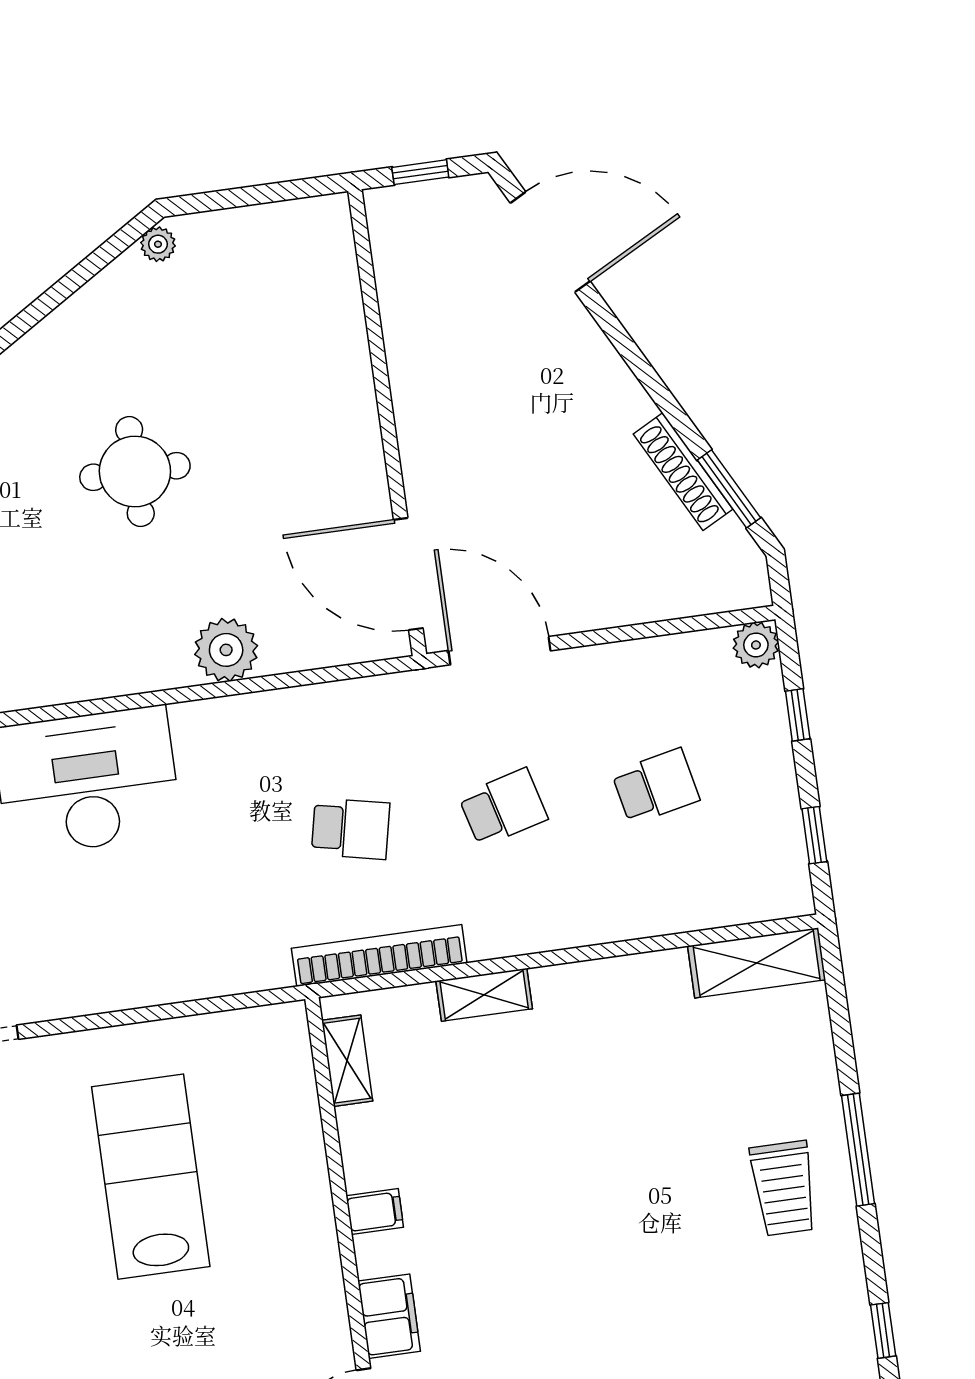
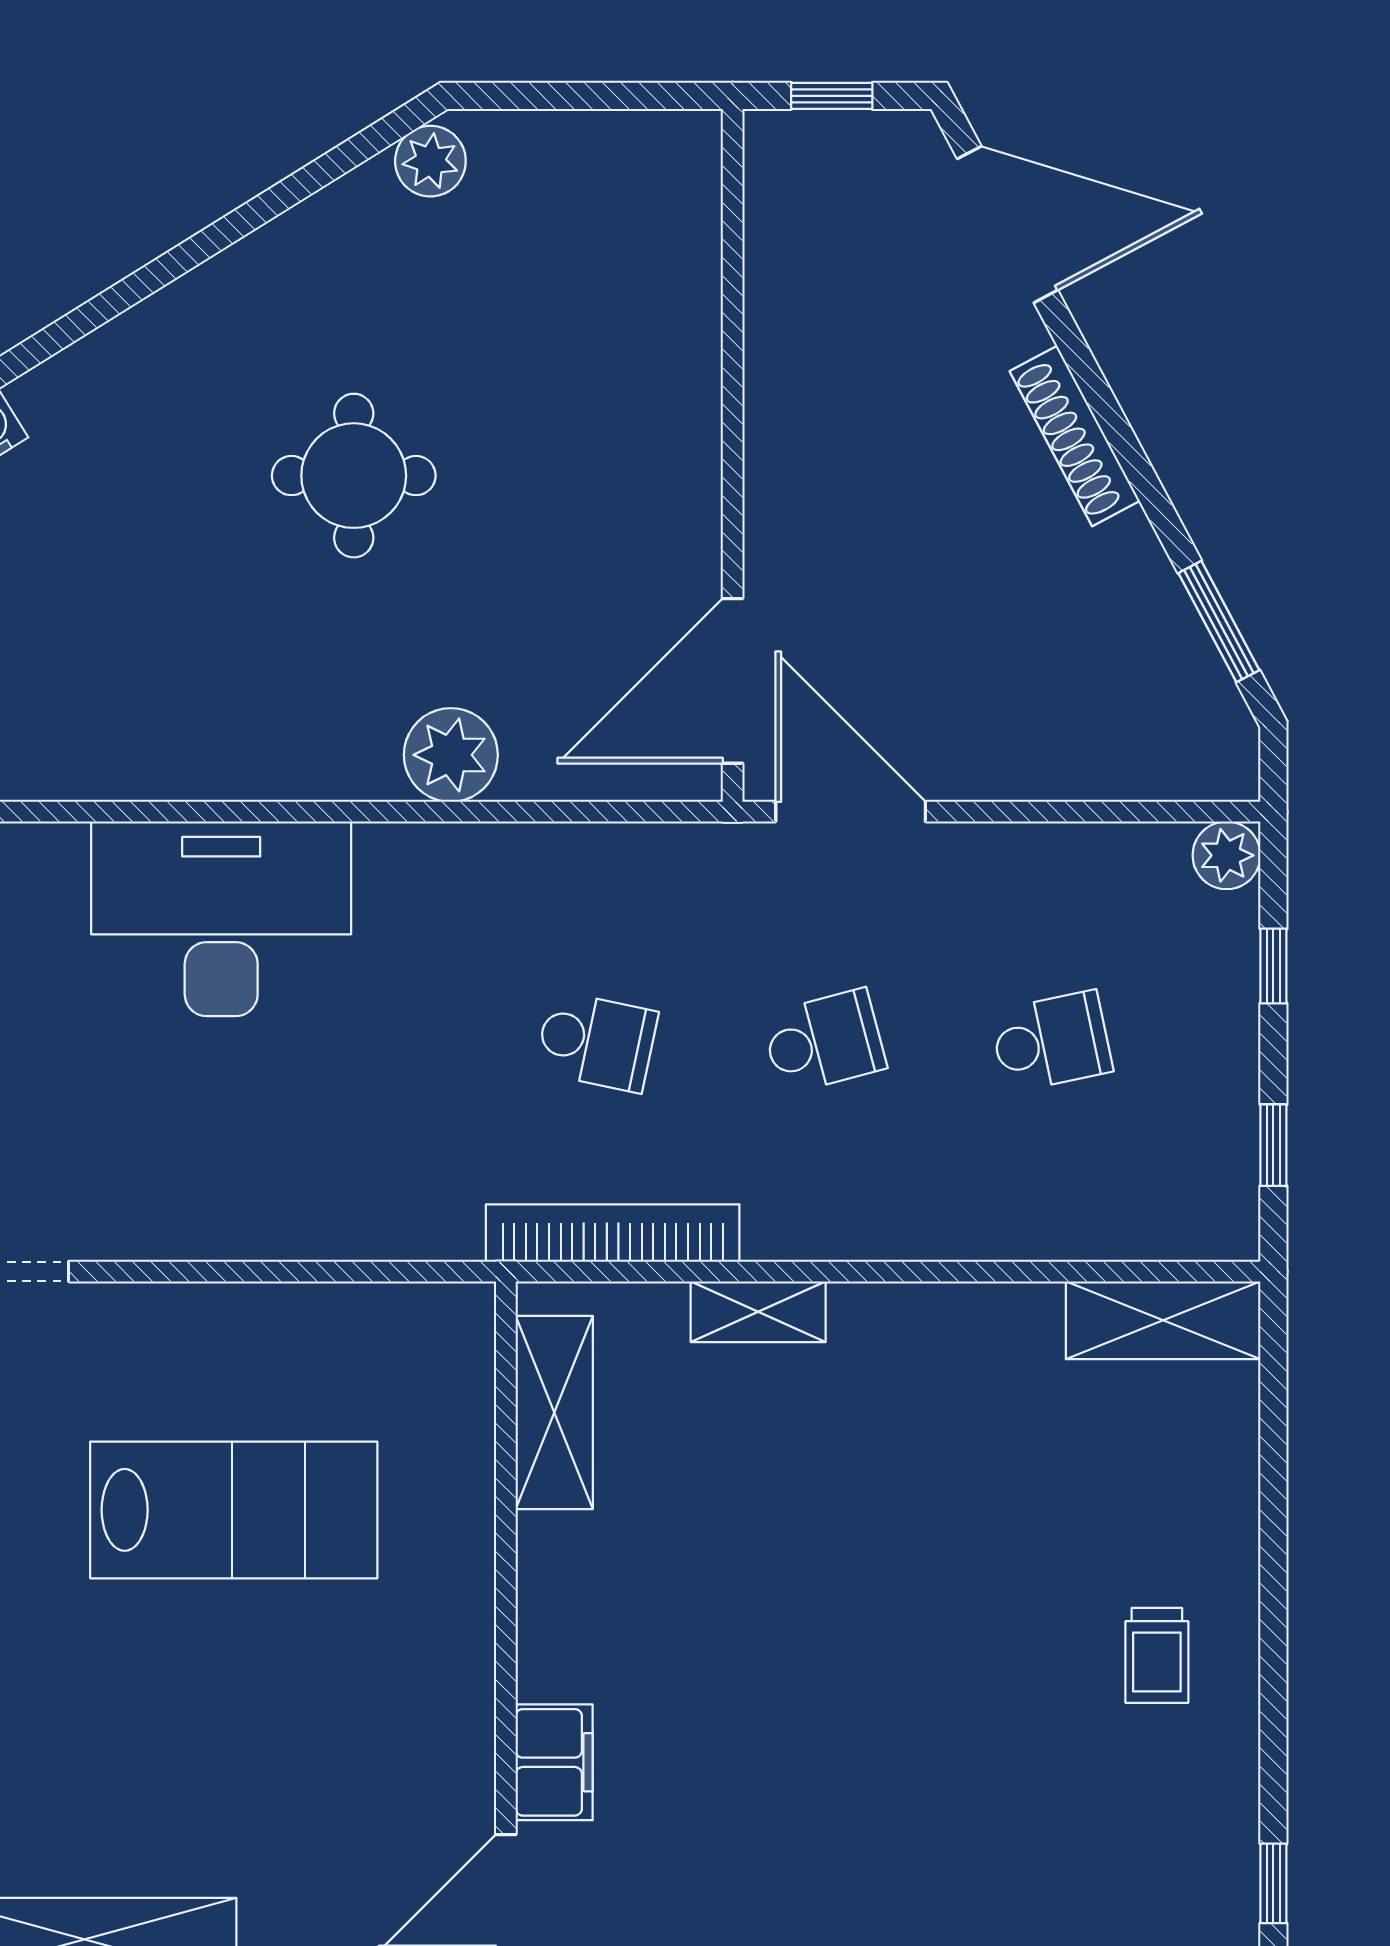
plant: (158, 244) -> (430, 161), width x1.38, depth x1.38
shoe rack: (683, 472) -> (1075, 436), moved
door: (408, 574) -> (733, 681), hinge flipped
shelving: (347, 1061) -> (554, 1412), width x1.50, depth x1.33
window: (858, 1150) -> (1273, 1614), removed
lab bench: (151, 1177) -> (234, 1510), turned 90
trolley: (784, 1188) -> (1157, 1655), width x0.73, depth x0.72
filing cabinet: (375, 1212) -> (554, 1606), removed

